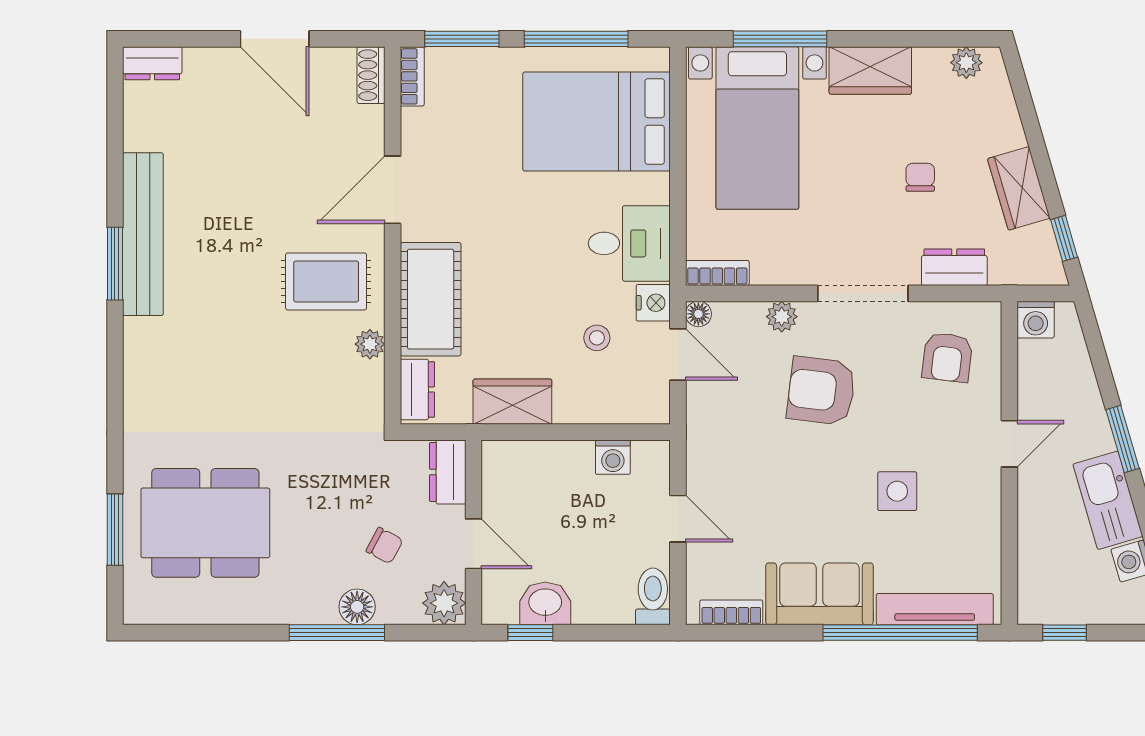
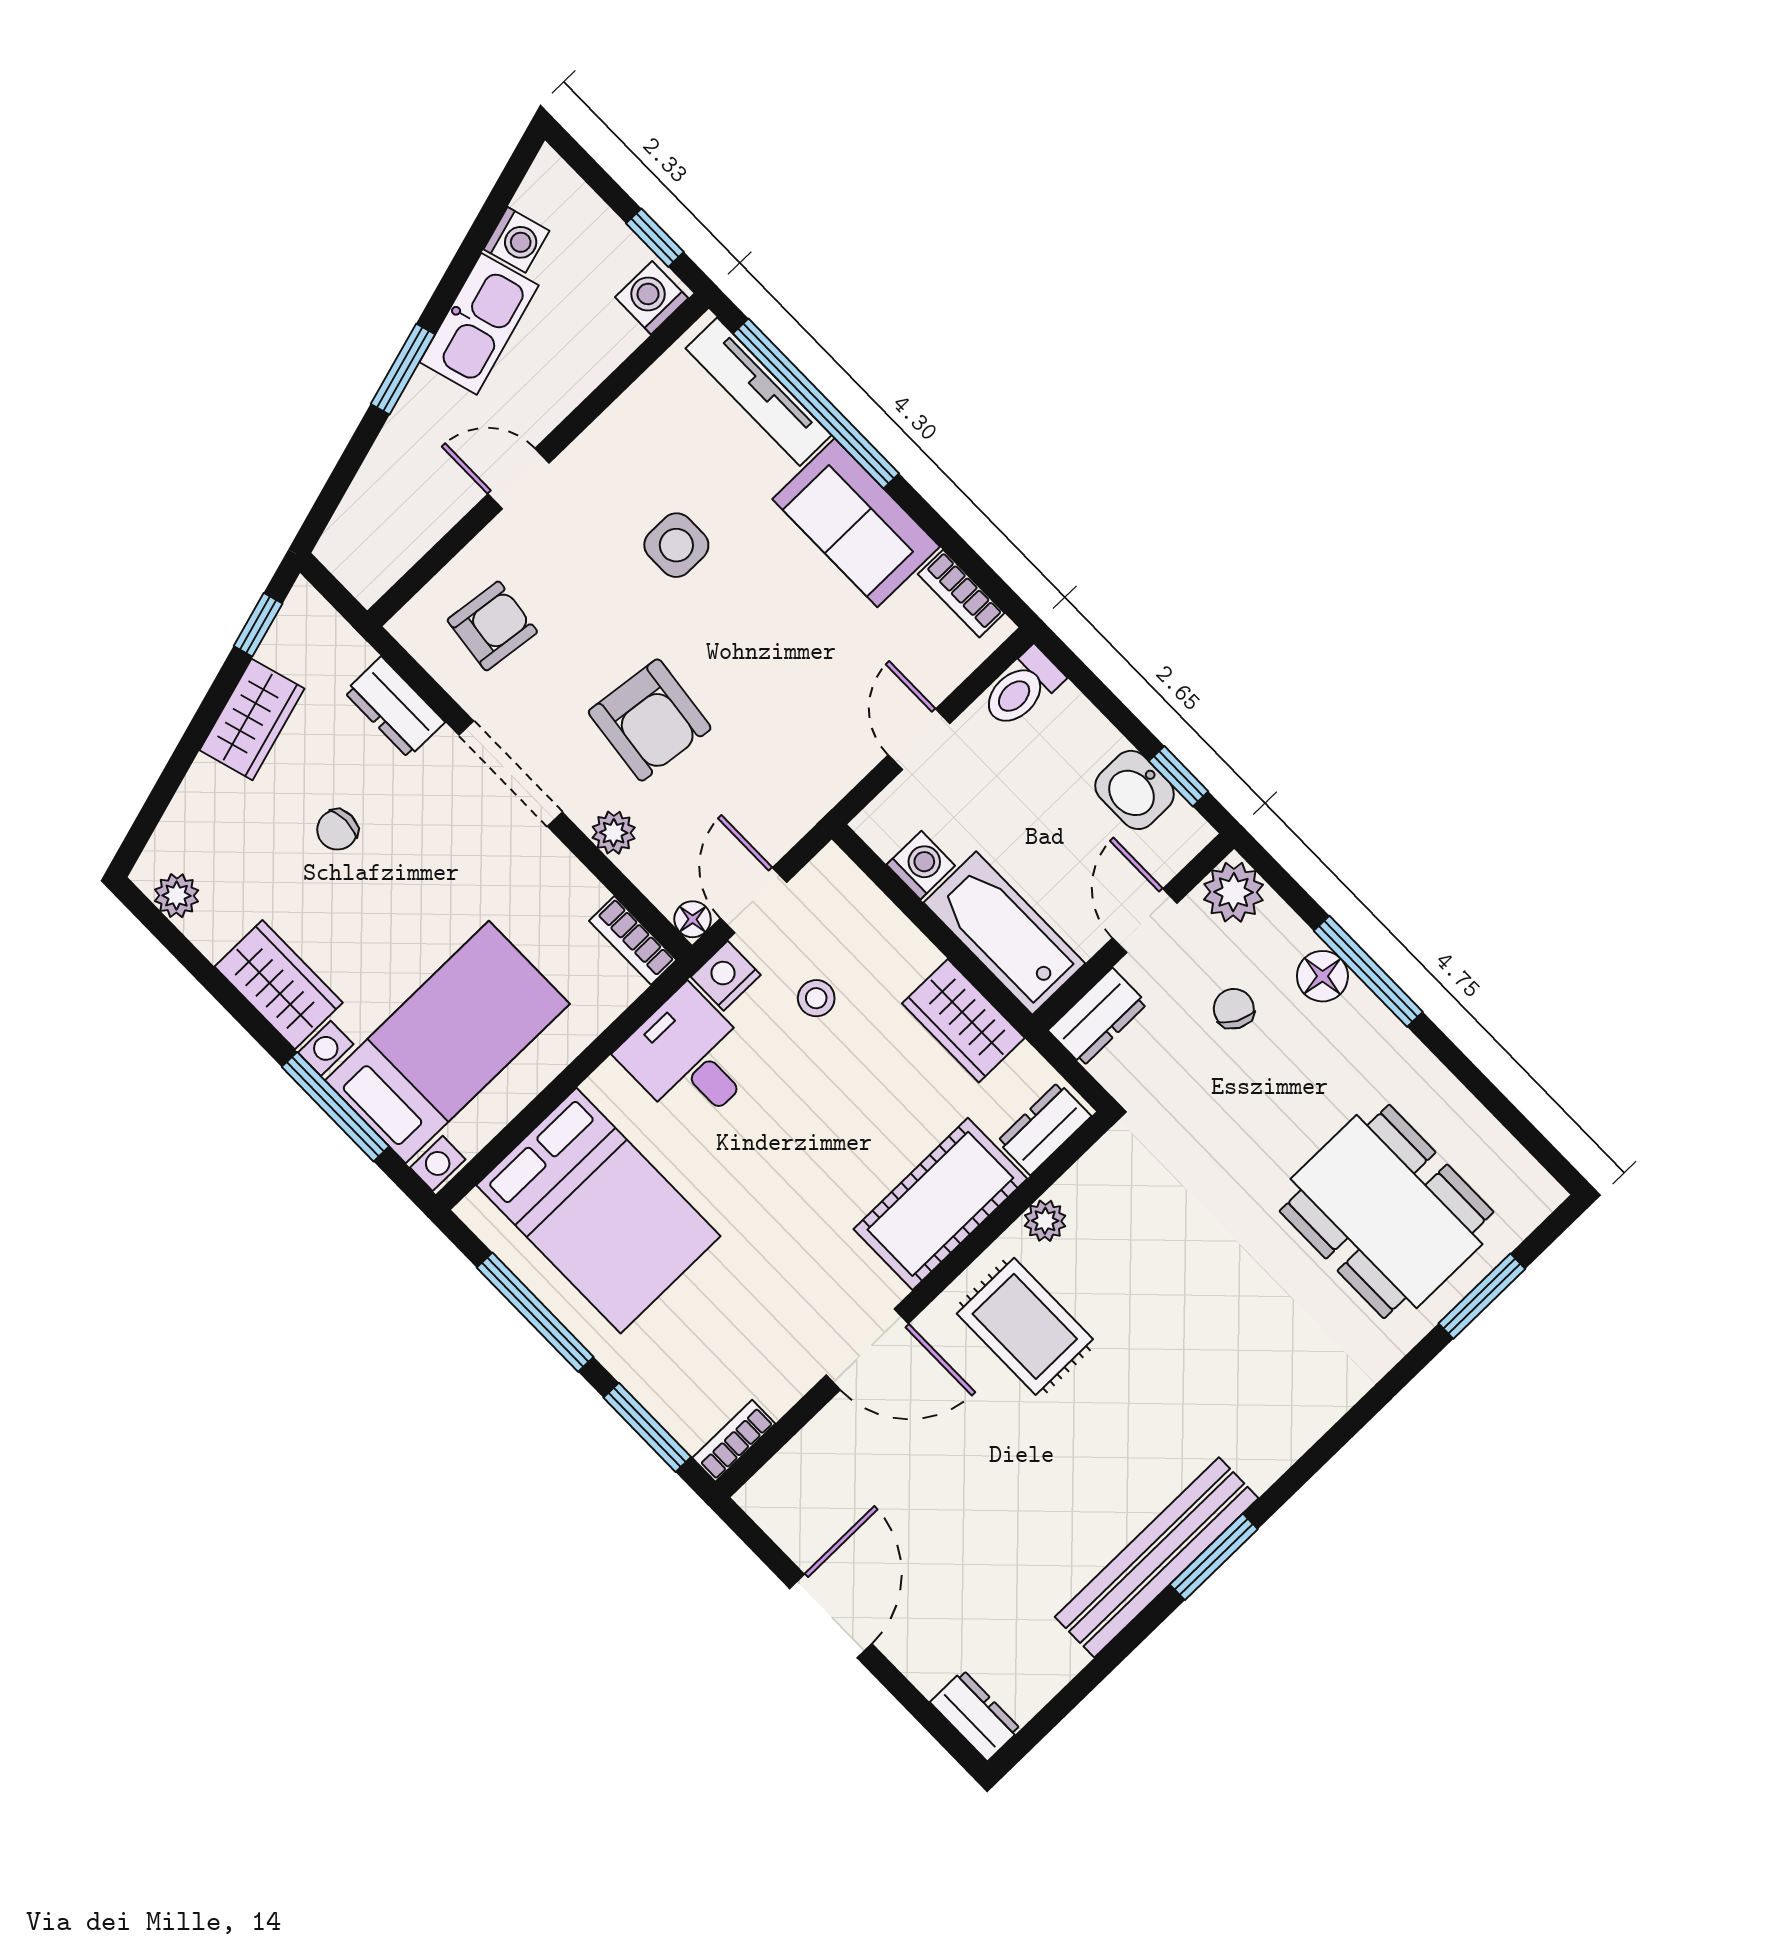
shoe rack: (371, 75) -> (773, 1483), removed
washing machine: (1036, 320) -> (652, 298), moved, turned -90
bathtub: (537, 466) -> (1004, 933), added

